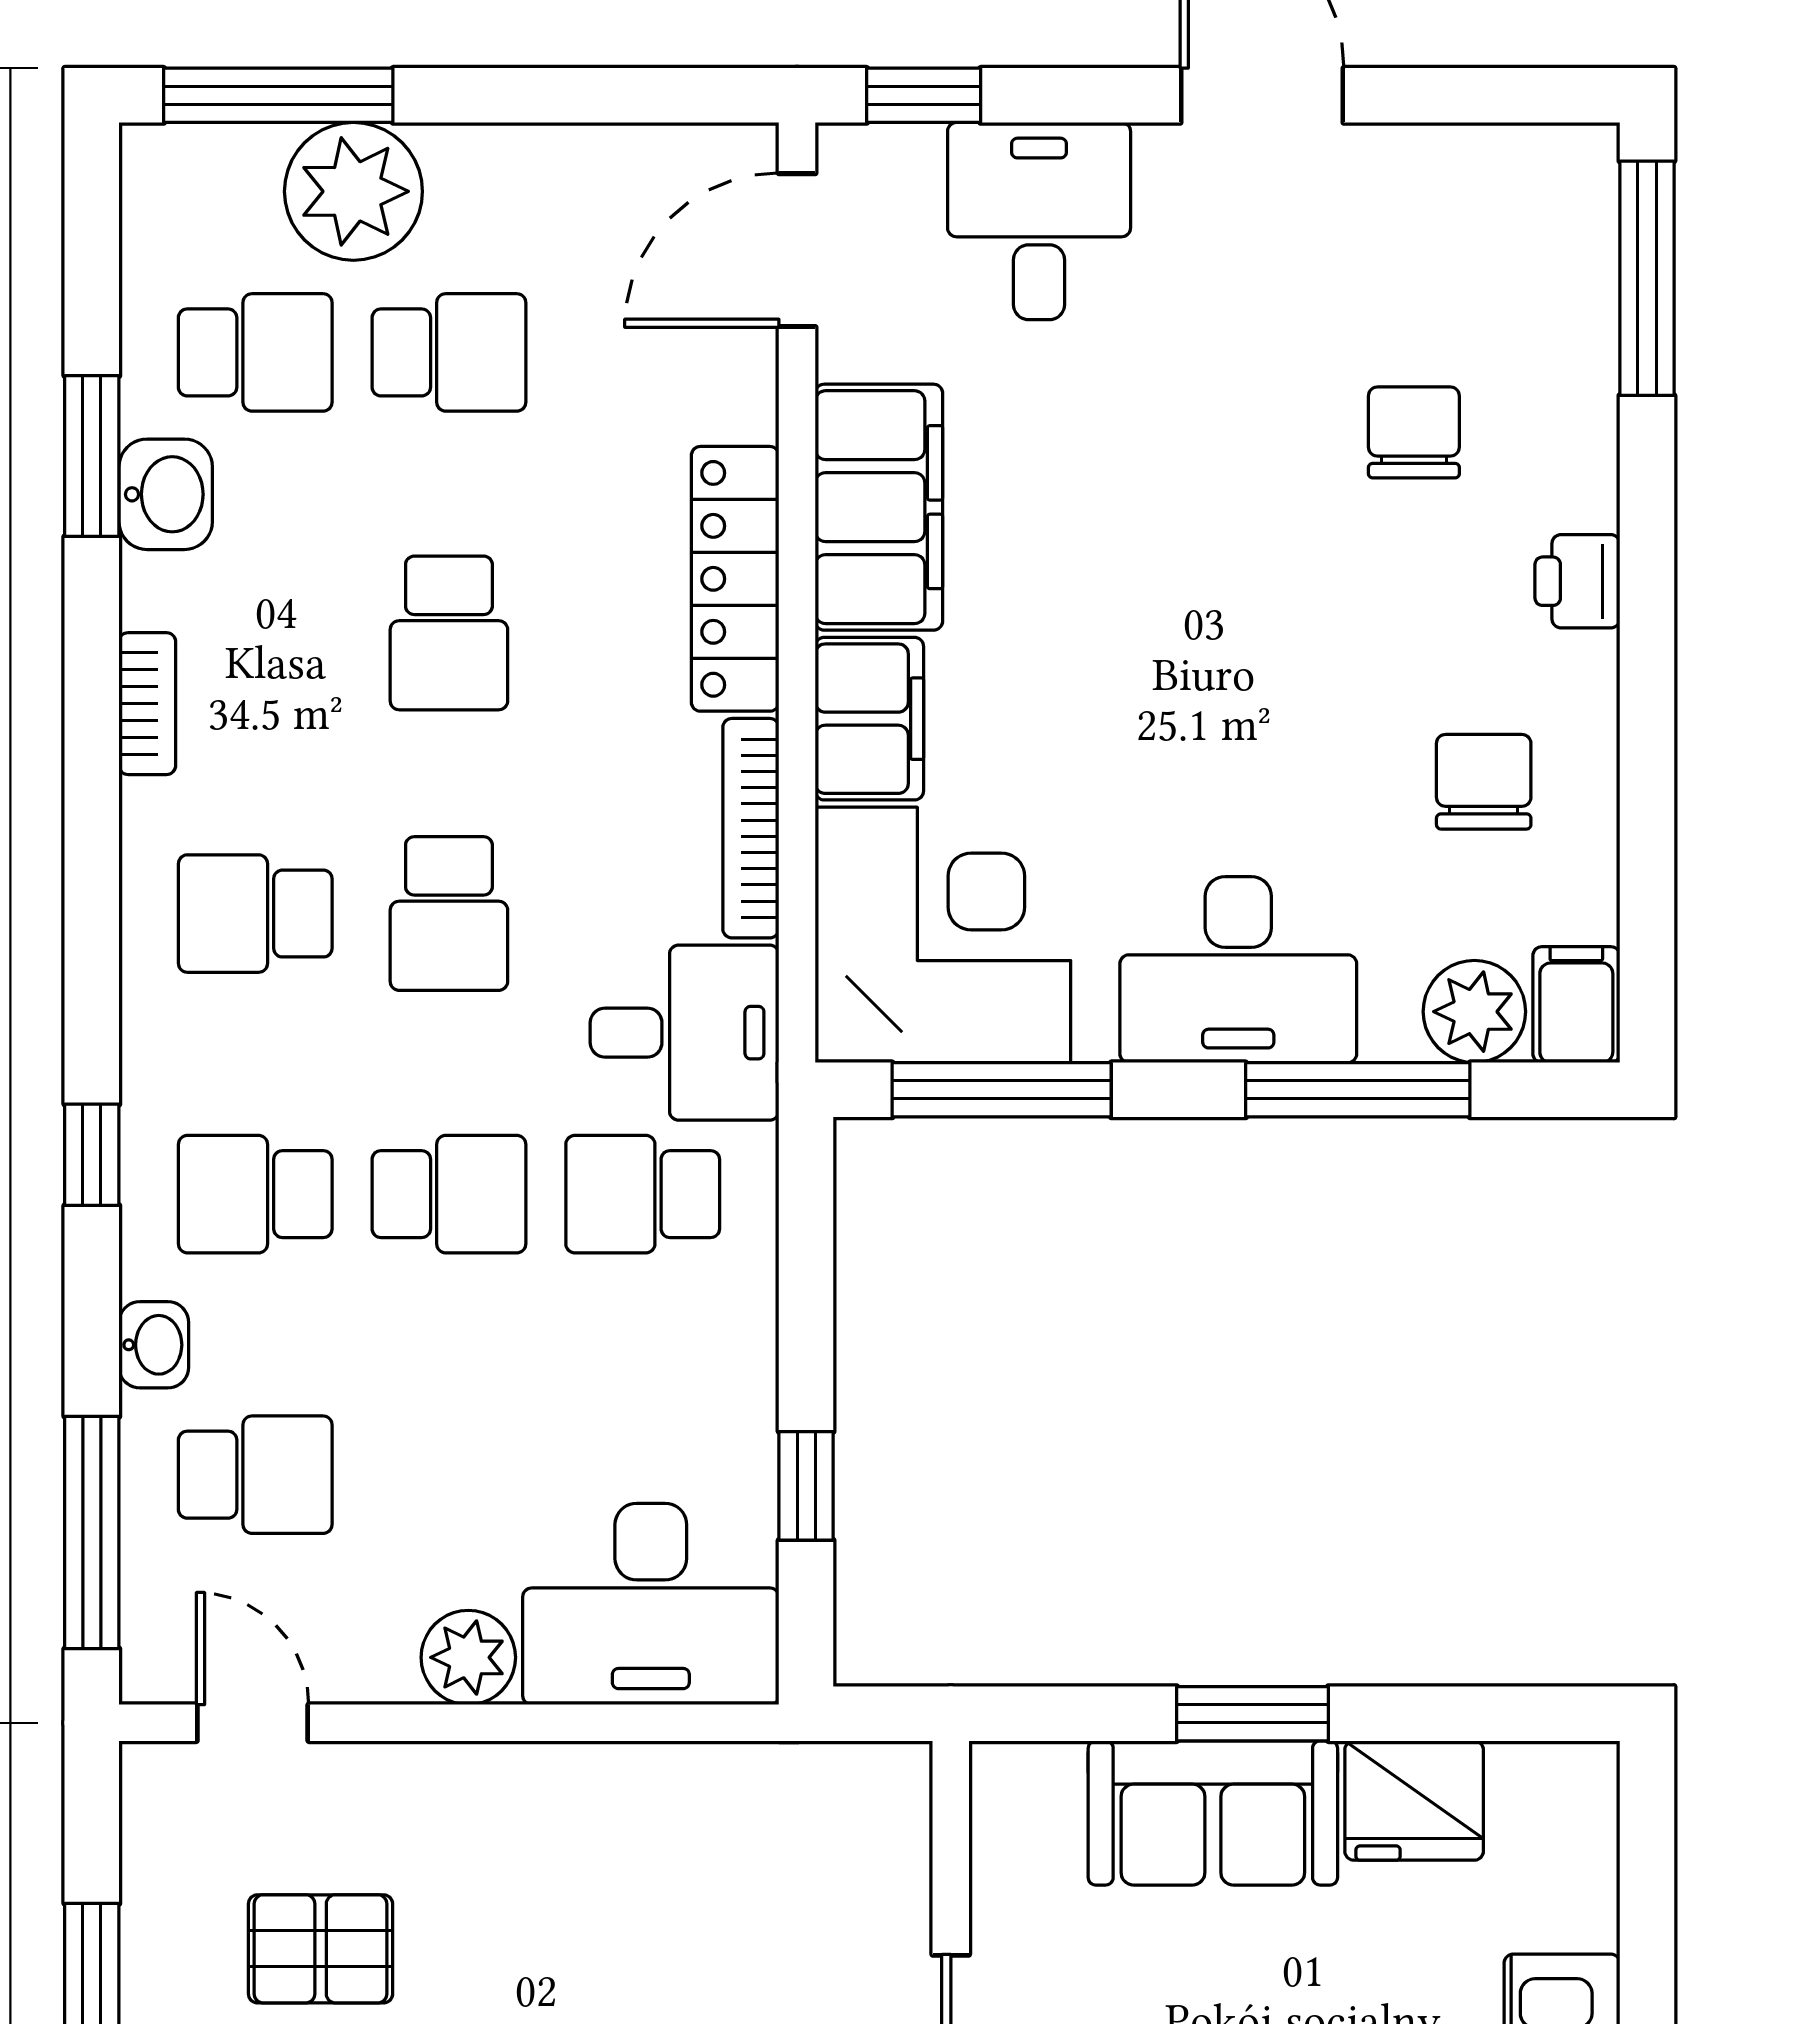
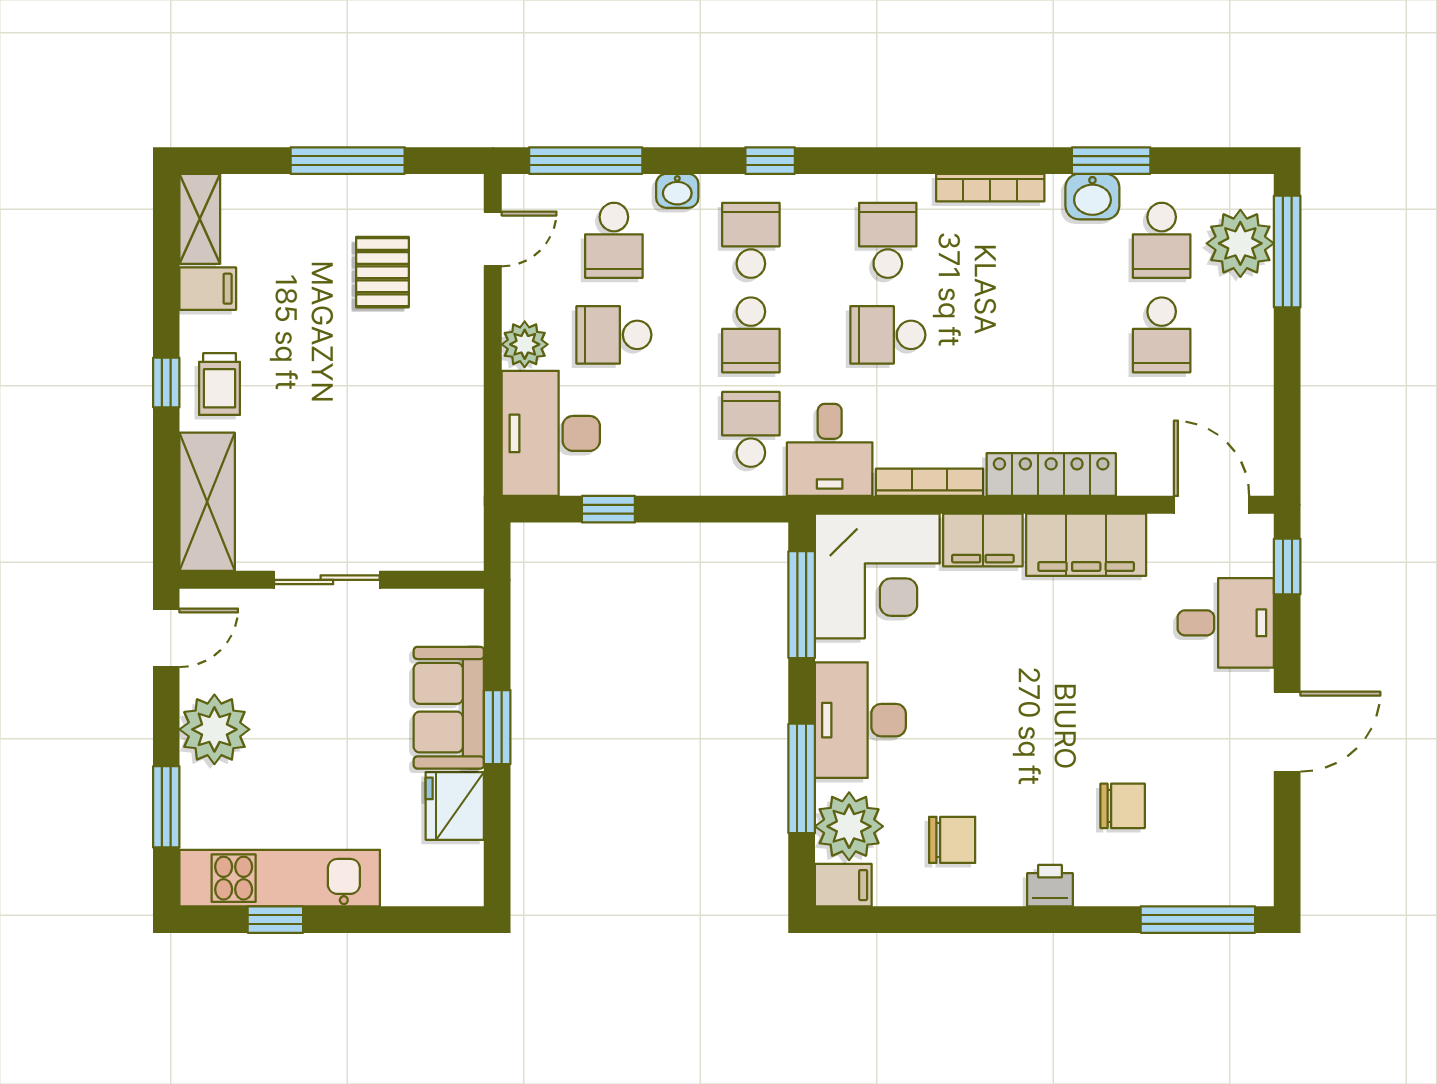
plant: (353, 191) -> (1240, 243), moved
school desk: (449, 633) -> (614, 335), moved
bookcase: (147, 704) -> (990, 188), width x1.56
plant: (1474, 1012) -> (849, 826), width x1.36, depth x1.36

